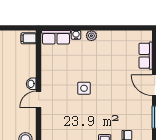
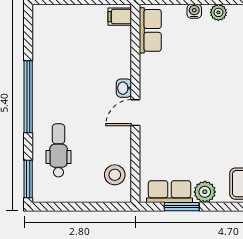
row of seats: (56, 37) -> (150, 30), moved, turned -90
side table: (84, 88) -> (207, 95), removed

